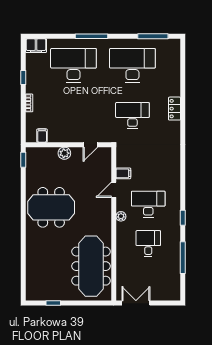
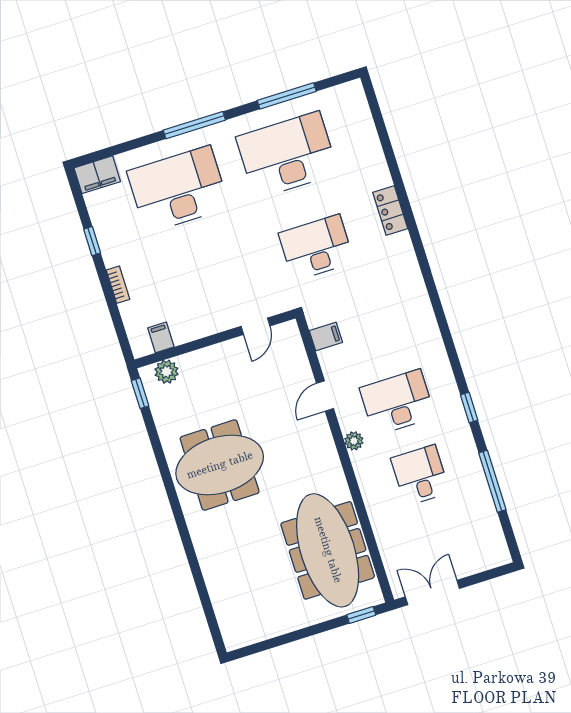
window: (153, 36) -> (287, 96), moved
plant: (64, 153) -> (166, 372), moved
filing cabinet: (123, 173) -> (326, 337), moved
window: (53, 303) -> (361, 615), moved

